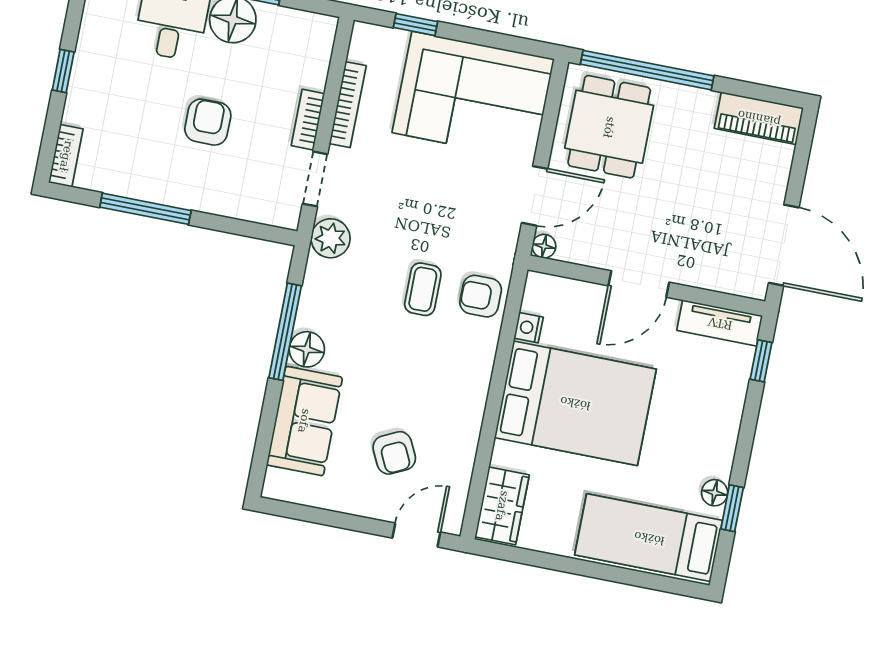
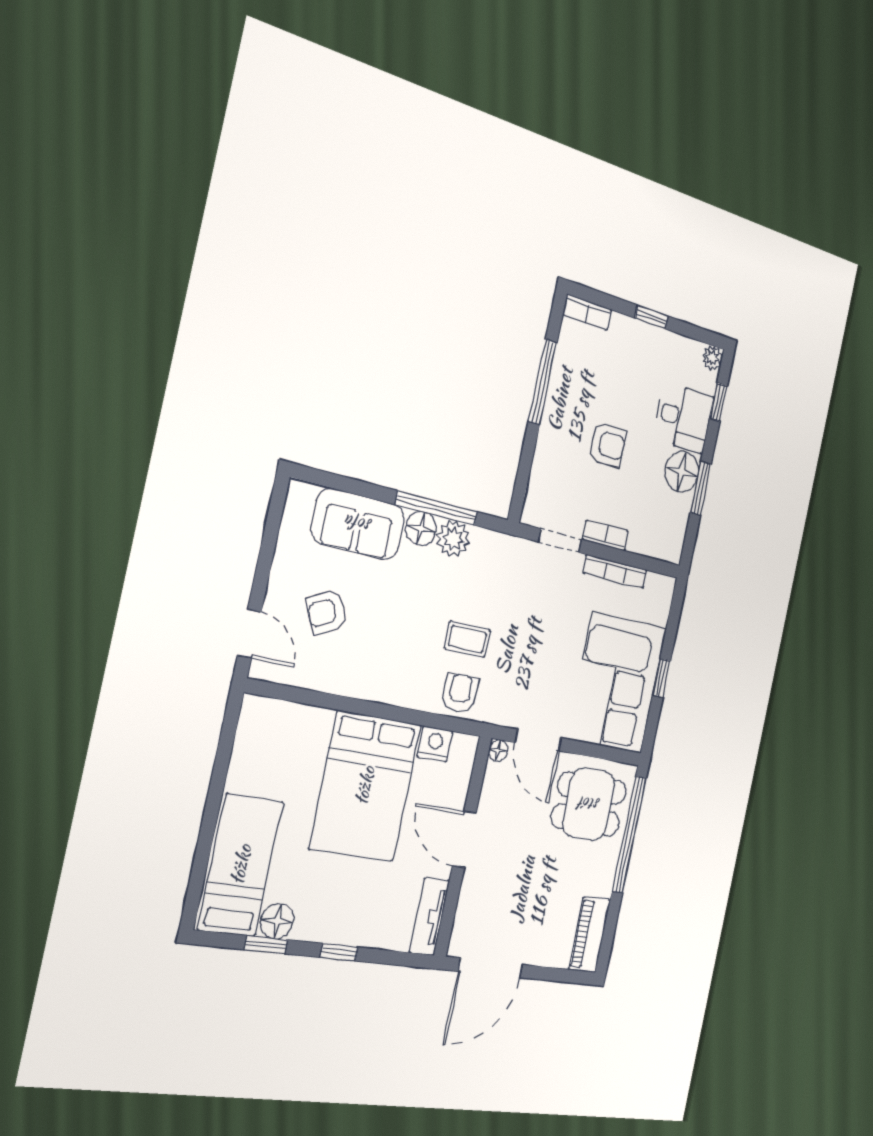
window: (415, 25) -> (661, 678), moved
plant: (331, 238) -> (453, 539), moved
nightstand: (529, 328) -> (435, 744), width x1.39, depth x1.35
window: (761, 361) -> (339, 952), moved
floor lamp: (715, 493) -> (277, 921), width x1.37, depth x1.37
wardrobe: (502, 506) -> (275, 719), removed

